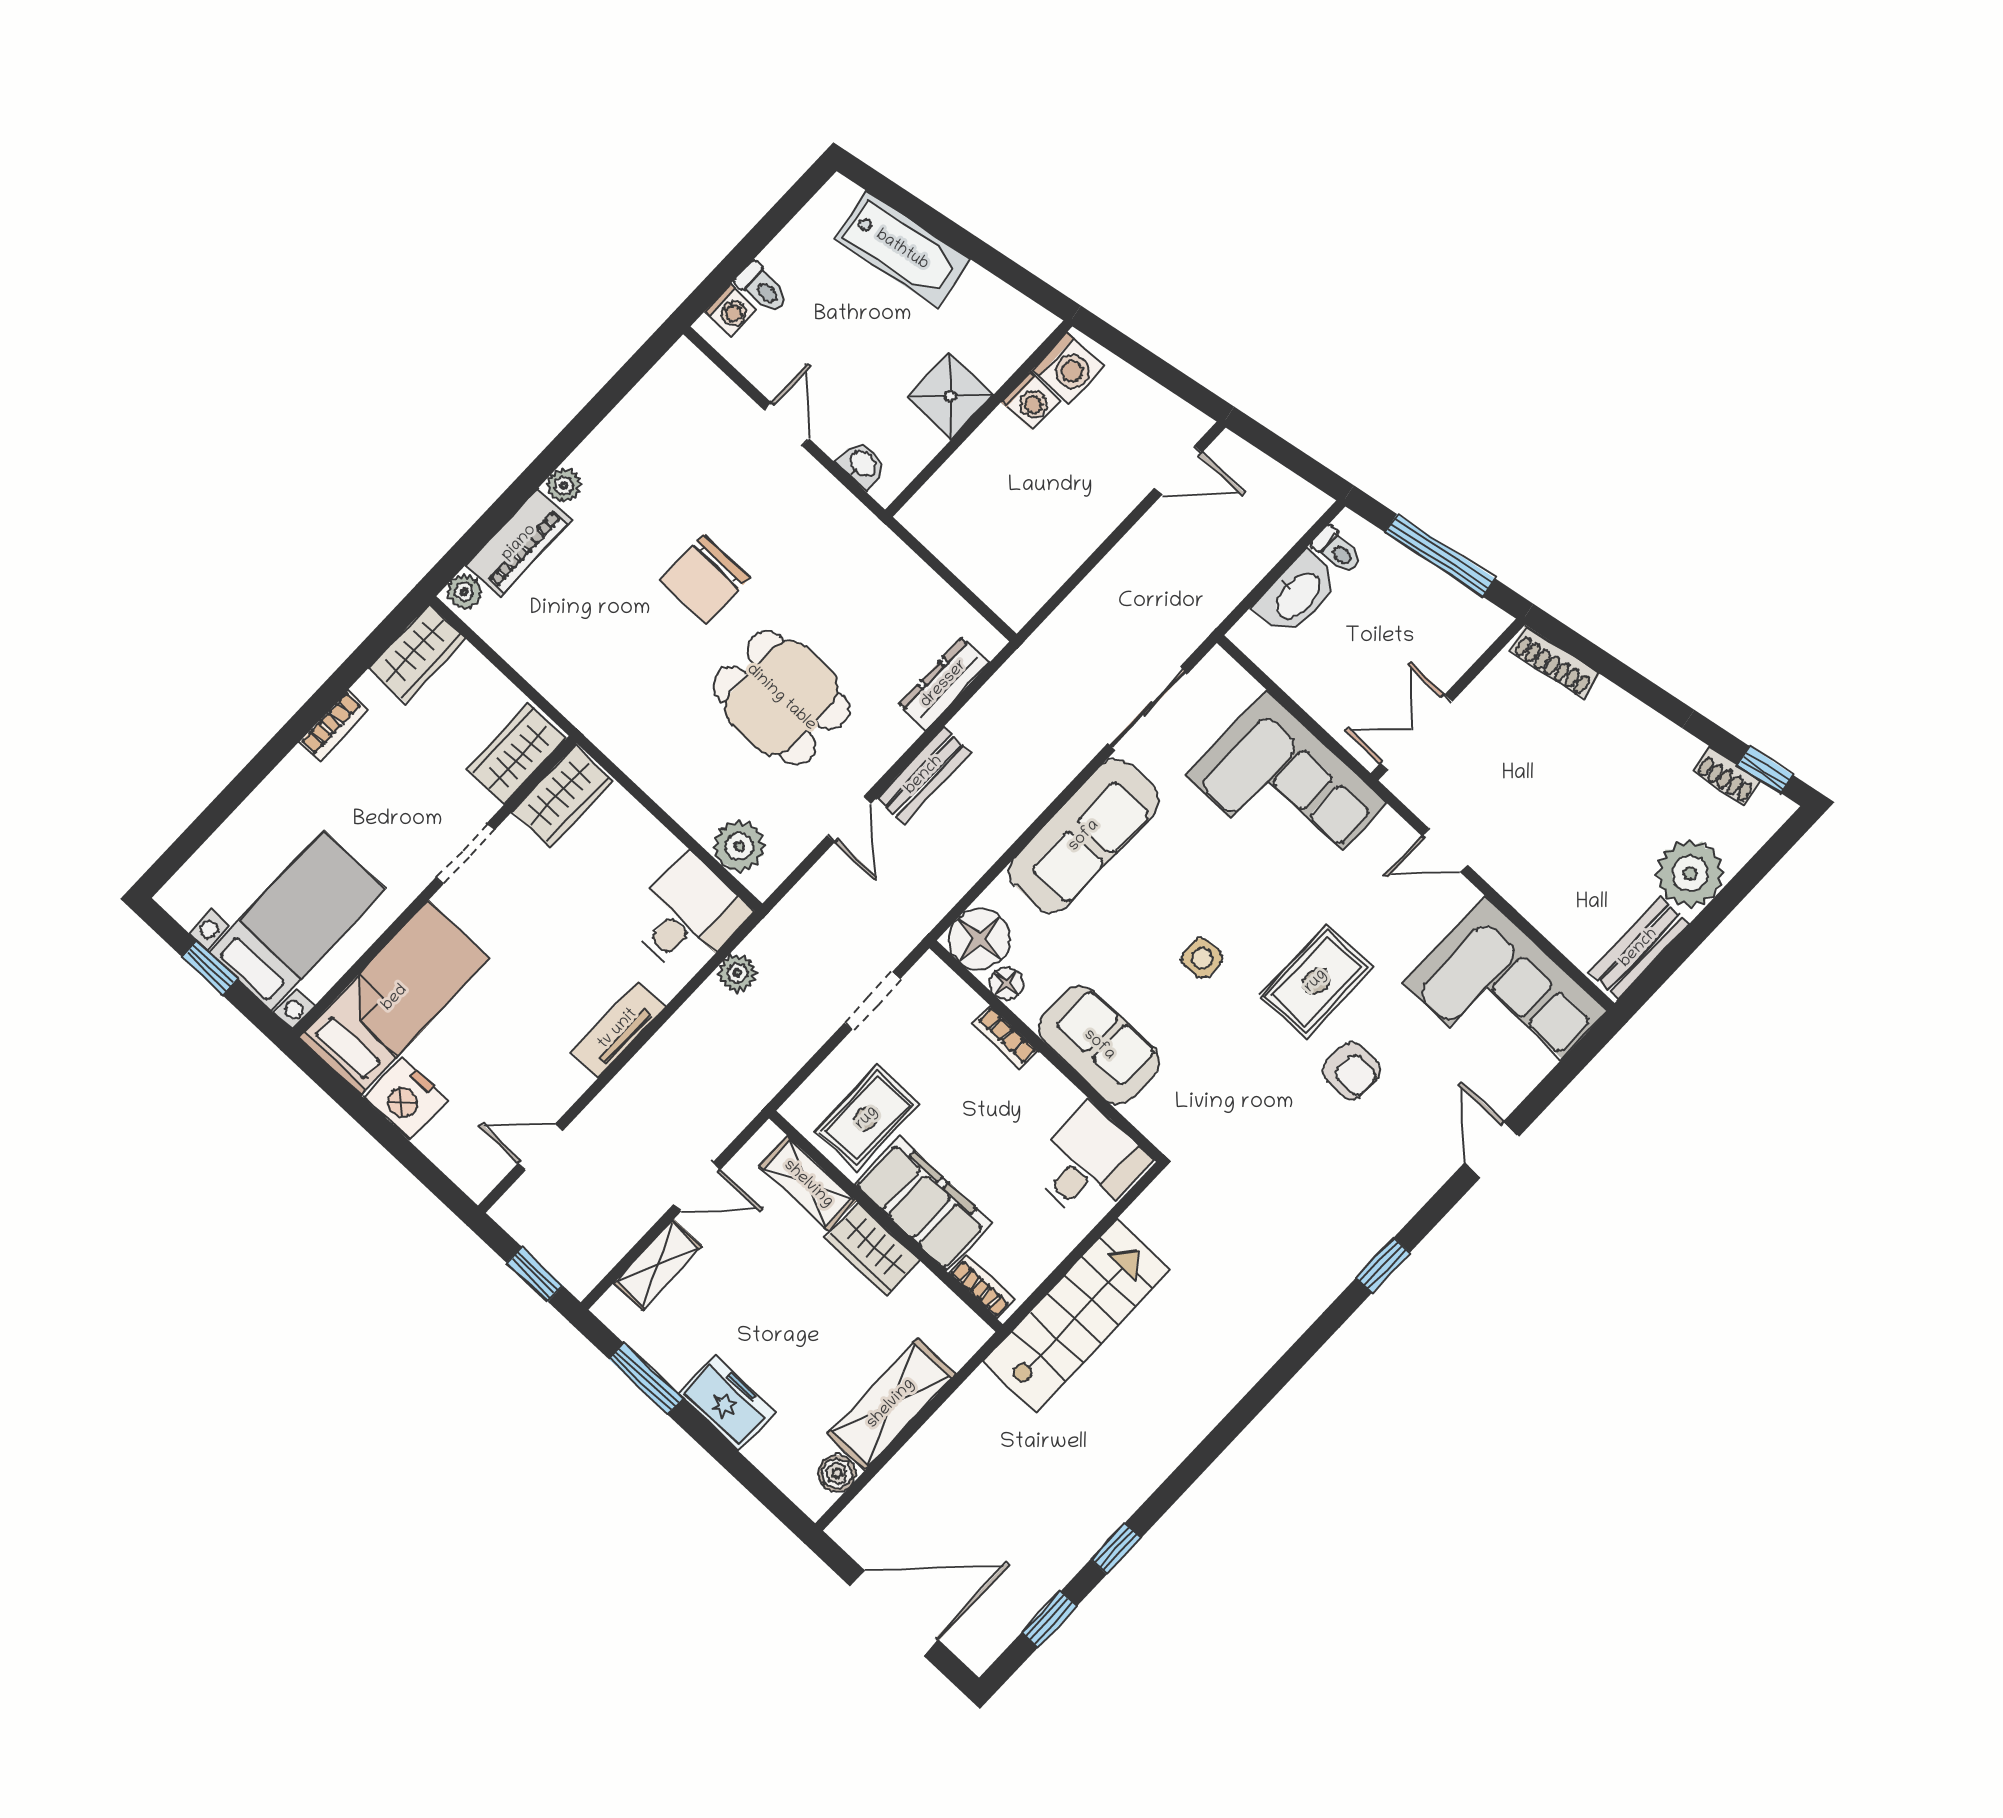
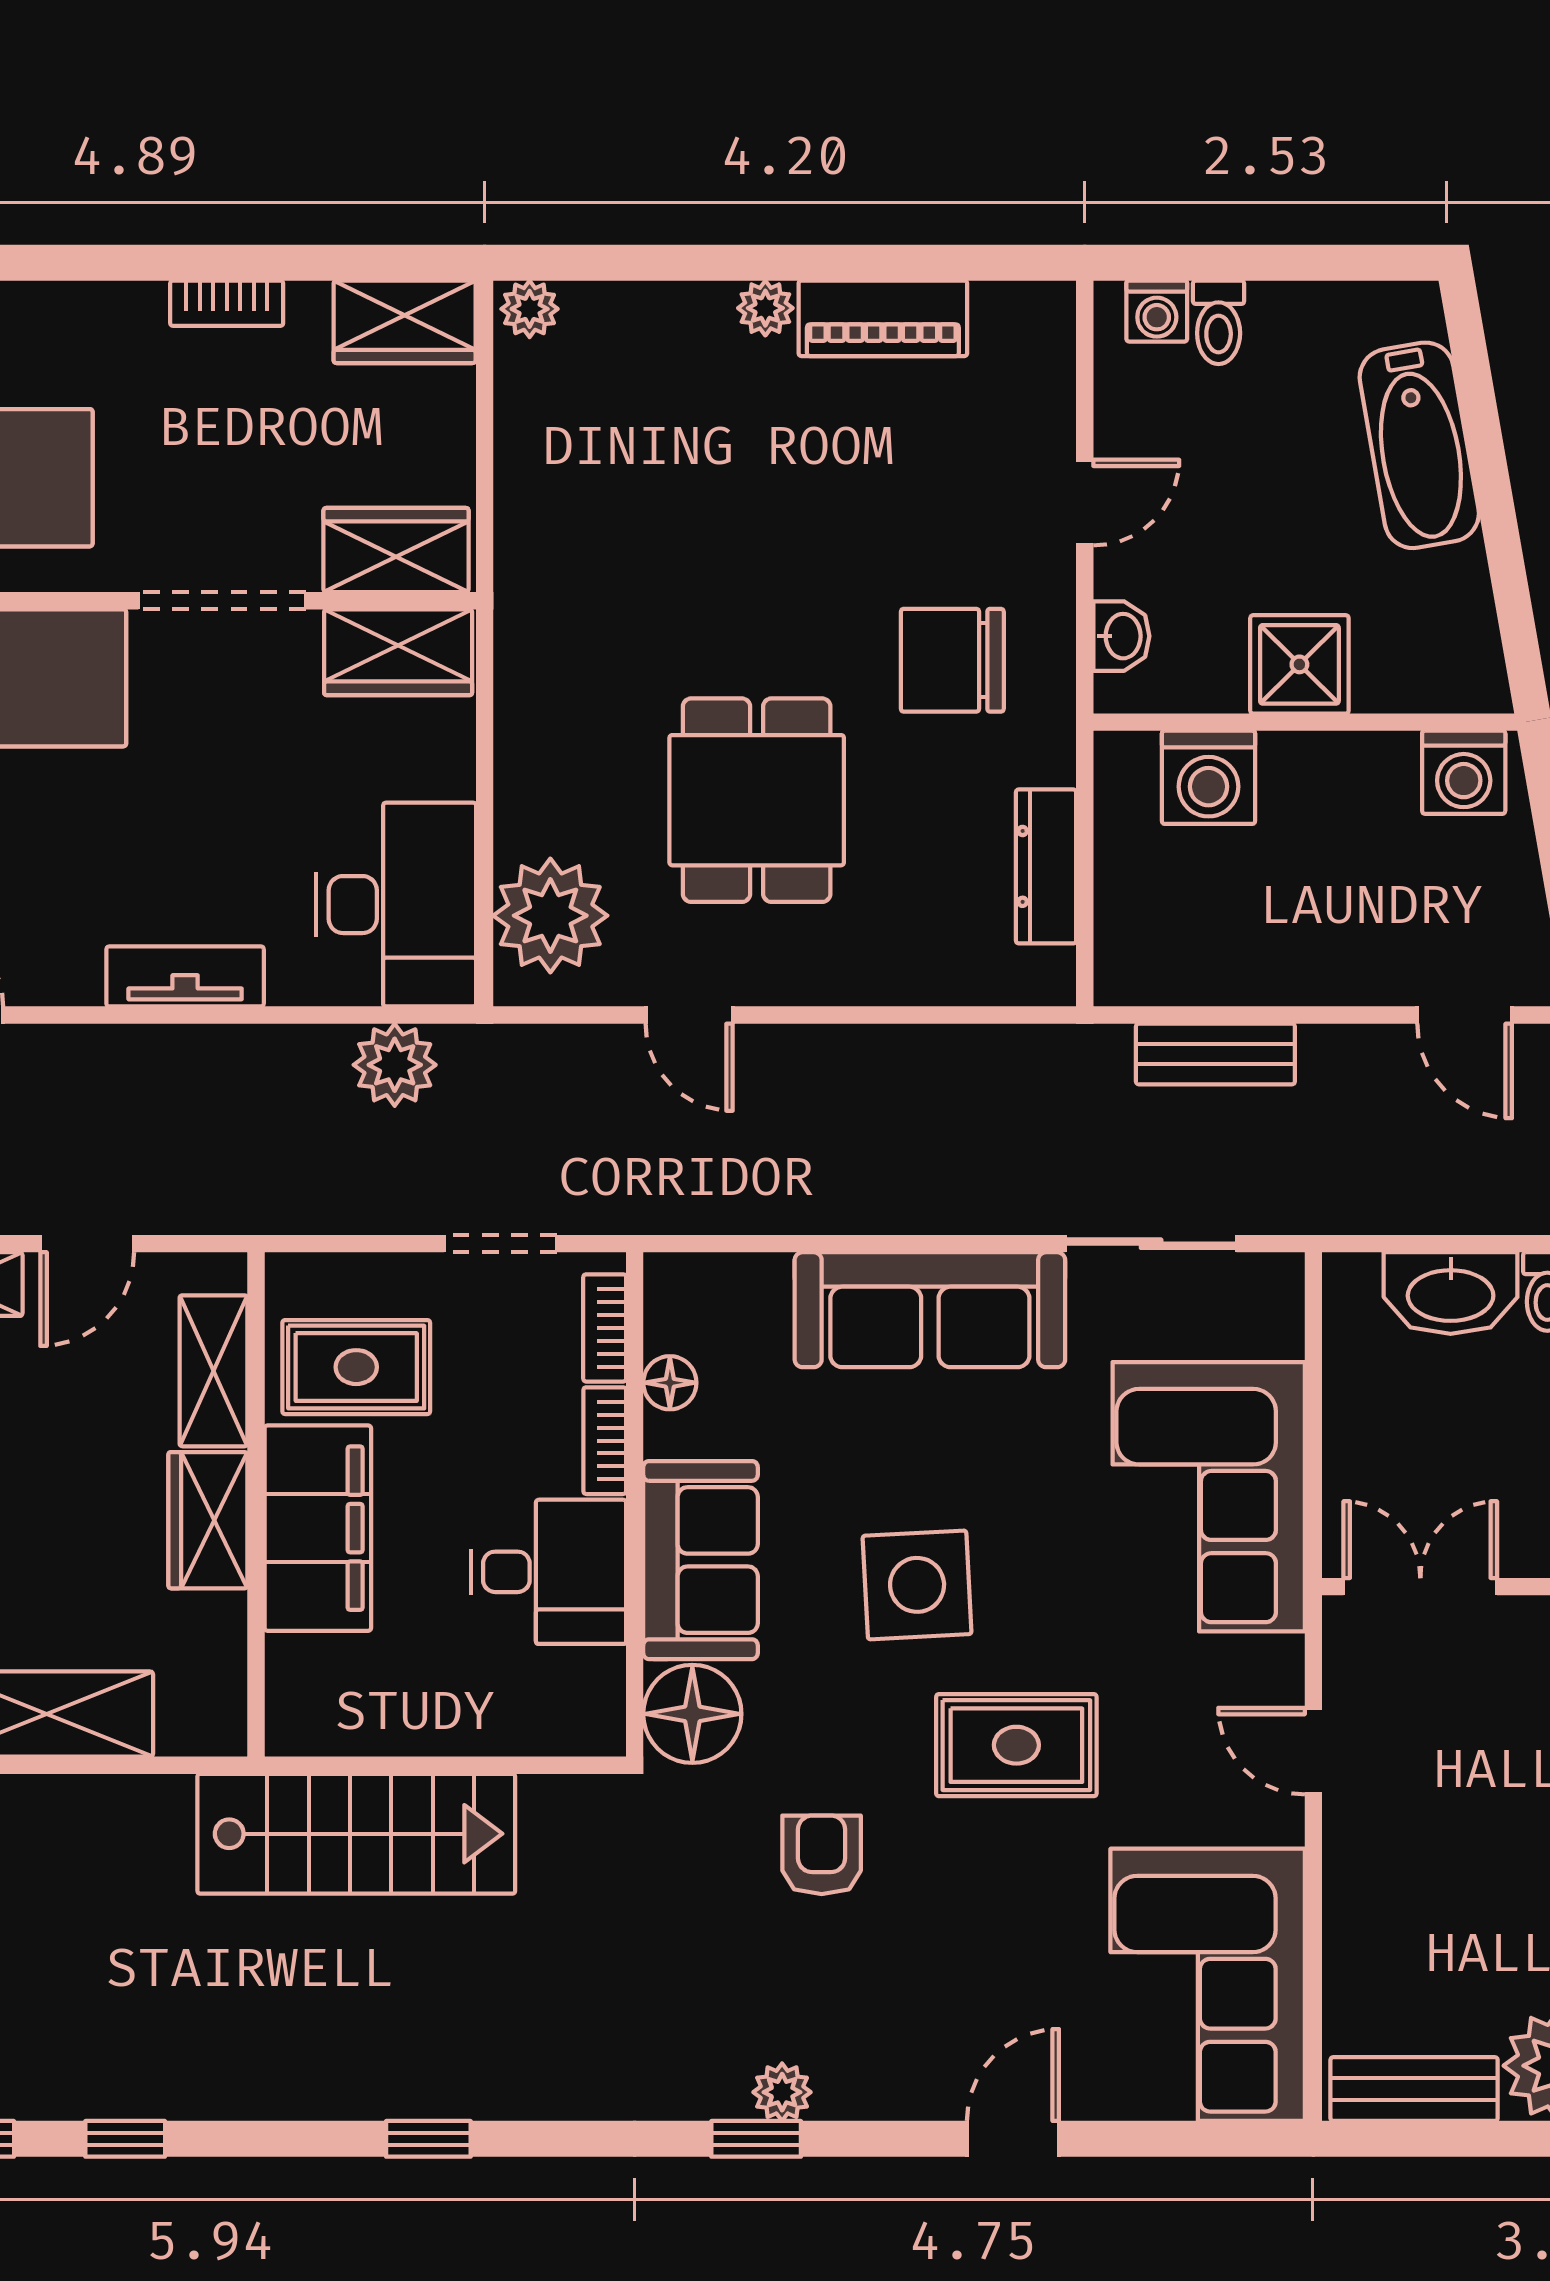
washing machine: (1030, 401) -> (1209, 777), moved, width x1.38, depth x1.38
piano: (519, 543) -> (883, 318), moved
chair: (705, 579) -> (952, 660), moved
dresser: (944, 684) -> (1046, 866), moved, turned -90
bench: (924, 775) -> (1215, 1054), moved
door: (849, 819) -> (689, 1015), hinge flipped
plant: (739, 846) -> (550, 916), width x1.36, depth x1.36
doorway: (465, 854) -> (222, 601), width x1.38
desk: (688, 916) -> (396, 905), width x1.37
floor lamp: (979, 939) -> (692, 1714), moved
side table: (1202, 958) -> (917, 1585), width x1.87, depth x1.87
plant: (737, 973) -> (395, 1065), width x1.38, depth x1.38
armchair: (1352, 1071) -> (822, 1855), moved, turned 180
desk: (1088, 1164) -> (548, 1572), moved
door: (697, 1187) -> (87, 1244), hinge flipped
plant: (1373, 1234) -> (782, 2092), added
bookcase: (982, 1286) -> (605, 1328), moved, turned 180
window: (1244, 1413) -> (428, 2139), added

